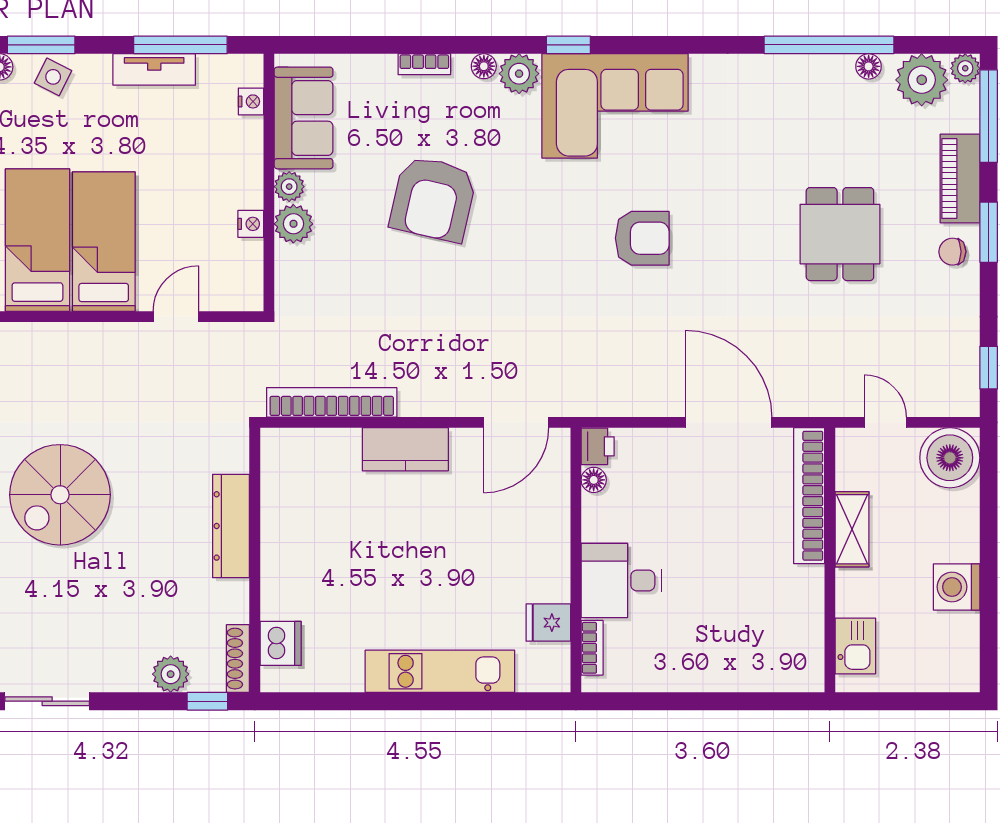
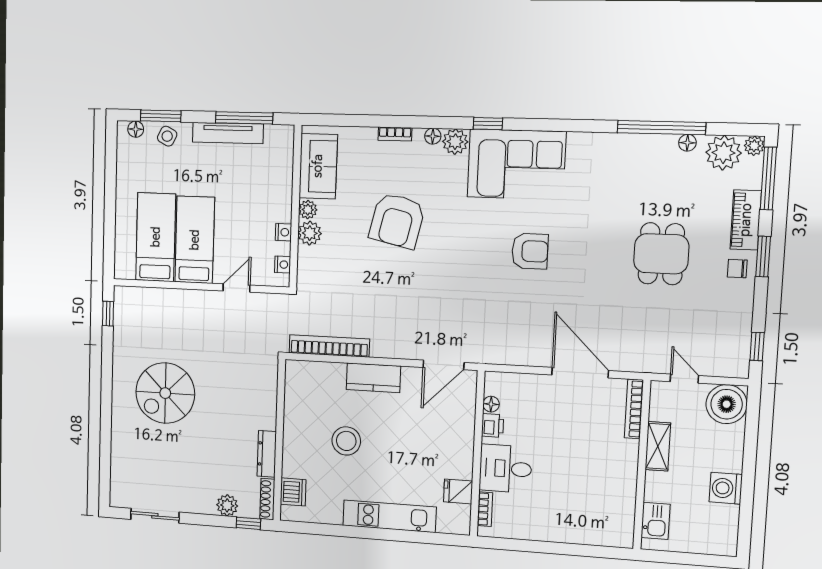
tv unit: (154, 69) -> (228, 133), width x1.41
nightstand: (251, 101) -> (283, 264), moved
printer: (598, 446) -> (493, 425), moved
bookcase: (809, 496) -> (634, 409), width x0.68, depth x0.76
dresser: (231, 526) -> (267, 454), moved, width x0.73, depth x0.80
stool: (365, 554) -> (346, 441), added

